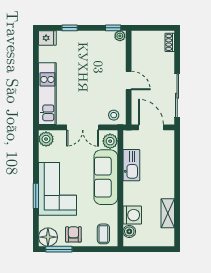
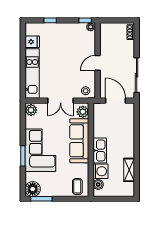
fridge: (47, 38) -> (32, 42), moved
door: (129, 81) -> (98, 63), swing flipped
kitchen sink: (131, 165) -> (100, 150), moved
armchair: (73, 234) -> (53, 187), removed

